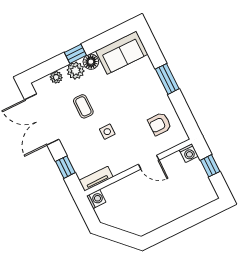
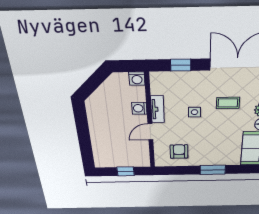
washing machine: (189, 153) -> (139, 108), moved
tv unit: (96, 179) -> (157, 109), moved

